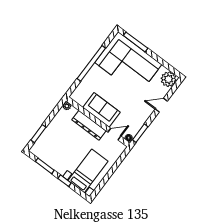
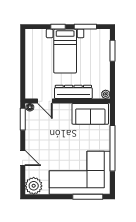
door: (161, 105) -> (23, 158), hinge flipped
sofa: (101, 110) -> (90, 114), moved
door: (114, 134) -> (45, 101), hinge flipped
bed with nightstands: (88, 171) -> (65, 51), moved

